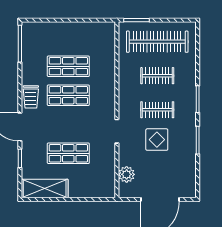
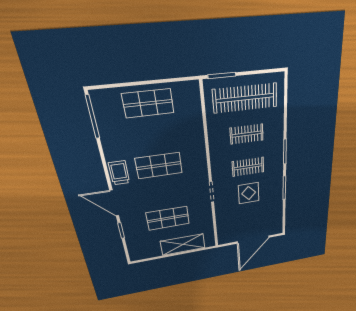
shop shelf: (68, 66) -> (148, 103), moved
trolley: (31, 97) -> (119, 173), turned 180
plant: (127, 174) -> (224, 226), removed
shelving: (45, 189) -> (183, 245), moved

